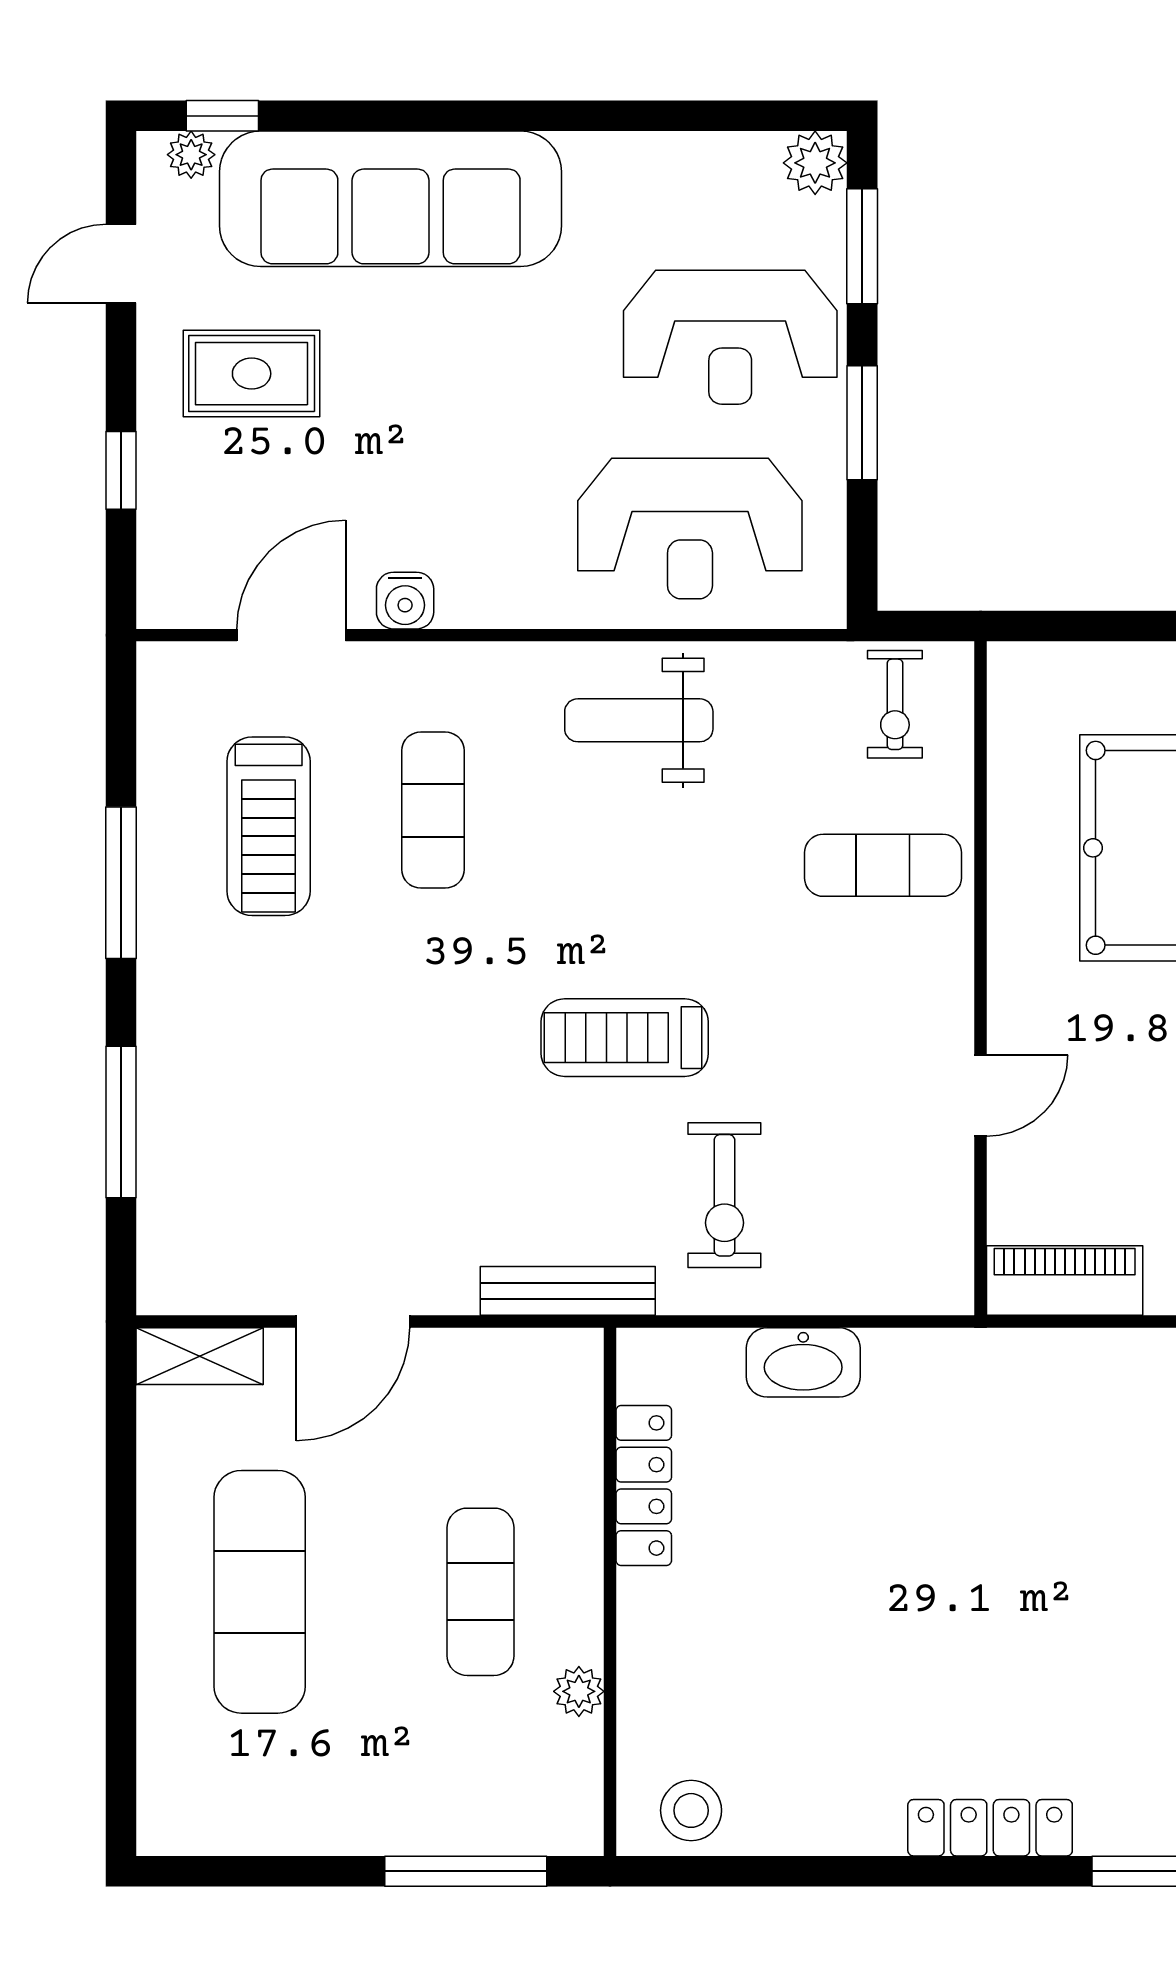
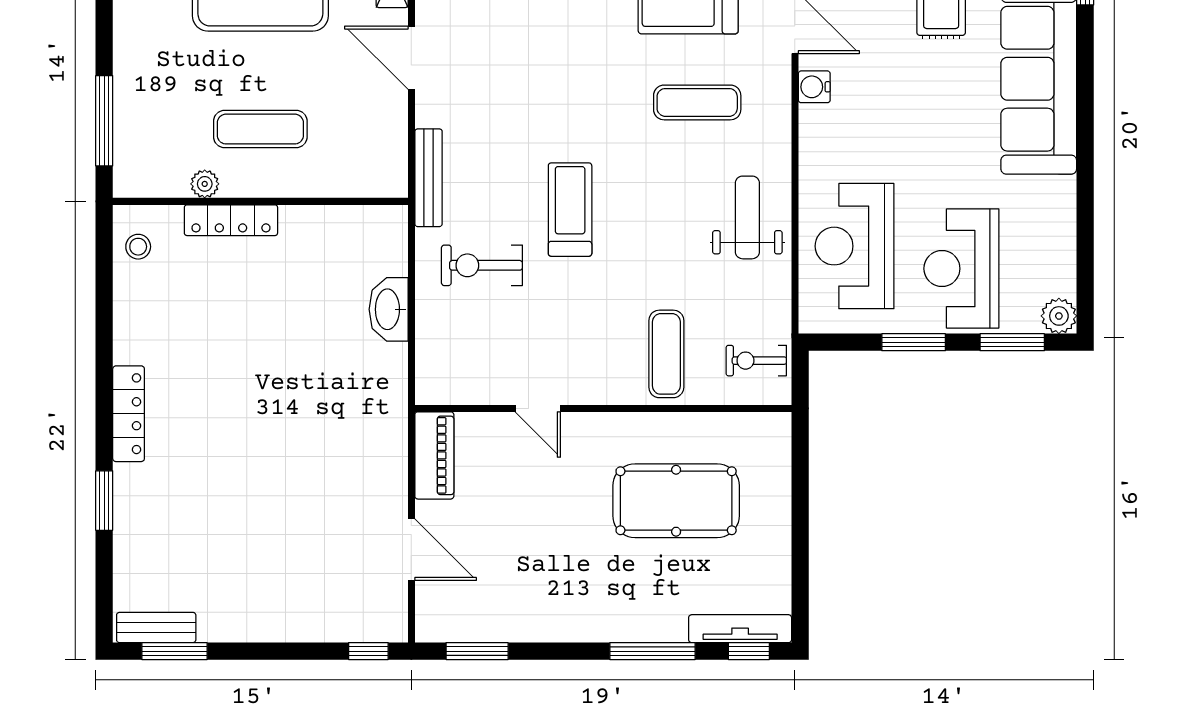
locker: (644, 1485) -> (231, 220), moved
stool: (691, 1810) -> (138, 247), width x0.73, depth x0.73

